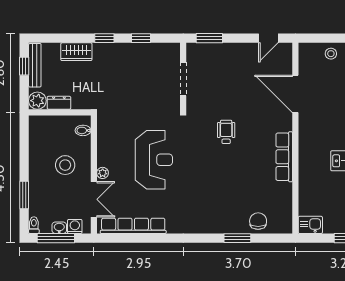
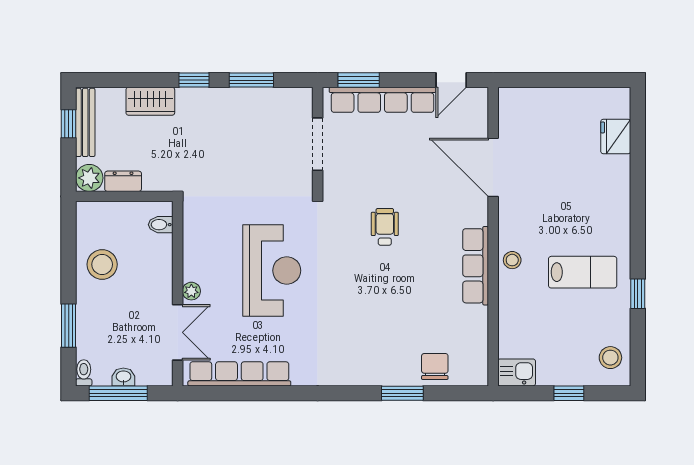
window: (141, 38) -> (251, 80), width x1.50
row of seats: (225, 51) -> (383, 100), added
stool: (331, 54) -> (512, 260), moved
stool: (65, 165) -> (102, 264), moved
washing machine: (75, 226) -> (148, 375), removed

